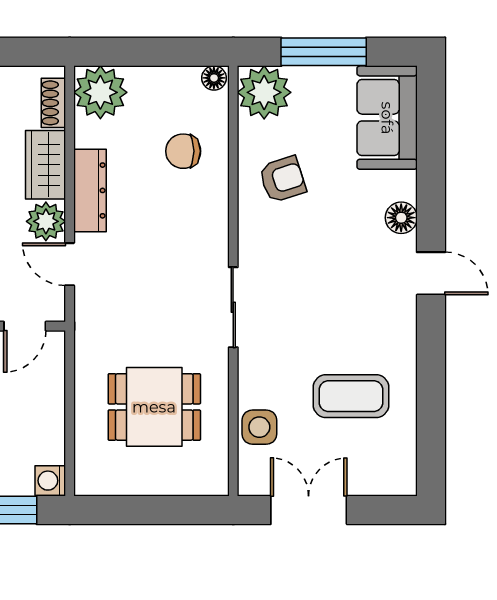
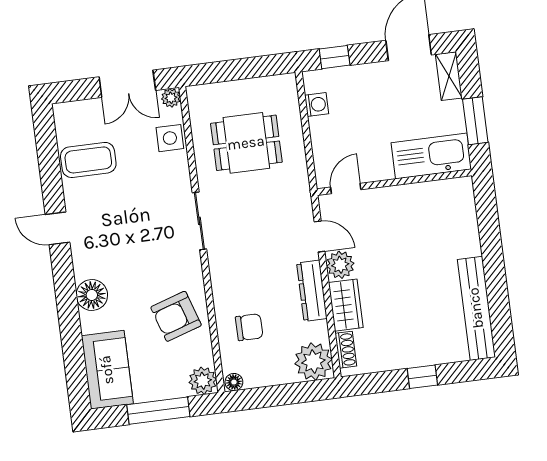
plant: (264, 92) -> (203, 381), width x0.73, depth x0.73
armchair: (282, 179) -> (176, 316), width x1.38, depth x1.38
floor lamp: (401, 218) -> (92, 295), width x1.38, depth x1.38
door: (431, 273) -> (58, 228), moved
coffee table: (351, 396) -> (88, 160), moved
washing machine: (50, 481) -> (317, 104), moved
plant: (251, 483) -> (171, 98), added

